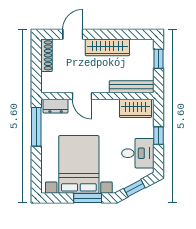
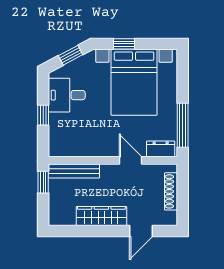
shoe rack: (47, 55) -> (171, 191), moved
window: (158, 59) -> (43, 182), moved
wardrobe: (135, 108) -> (69, 146), removed
window: (88, 198) -> (124, 44), width x0.67

